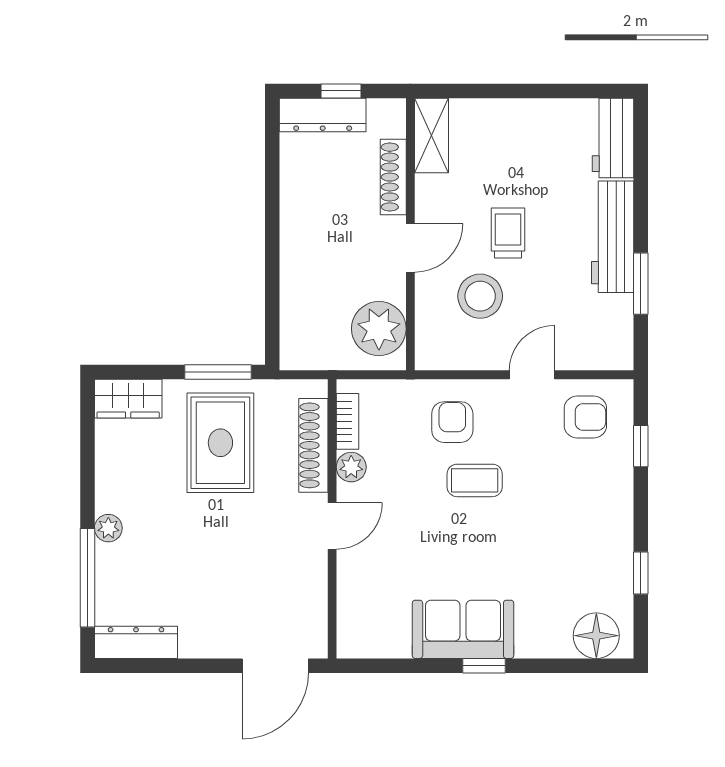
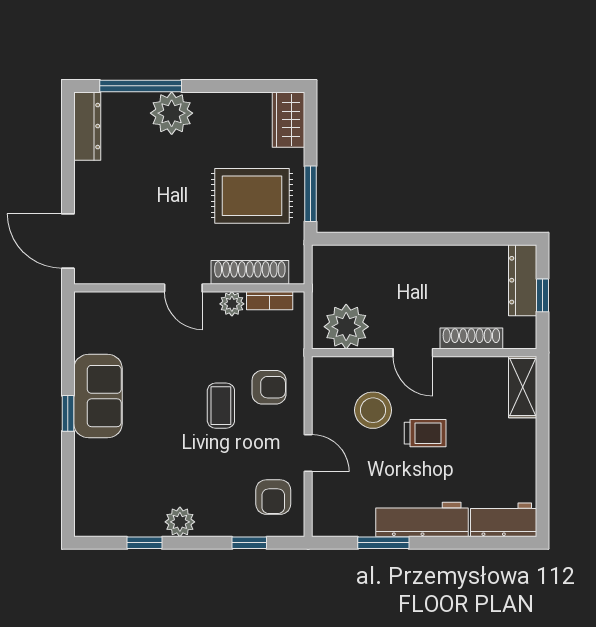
shelving: (431, 136) -> (523, 387), moved, turned 90
plant: (108, 528) -> (172, 113), width x1.88, depth x1.88
plant: (615, 530) -> (180, 522), added
floor lamp: (596, 636) -> (93, 506), removed

